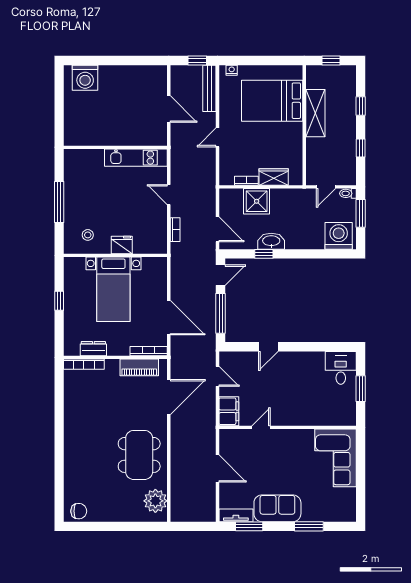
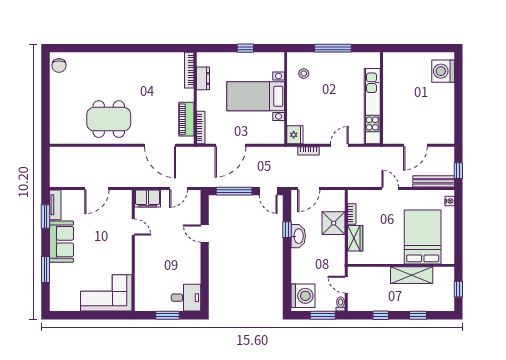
kitchen unit: (136, 158) -> (372, 106), width x1.36
fridge: (122, 245) -> (295, 135), moved
plant: (155, 501) -> (68, 134), removed

